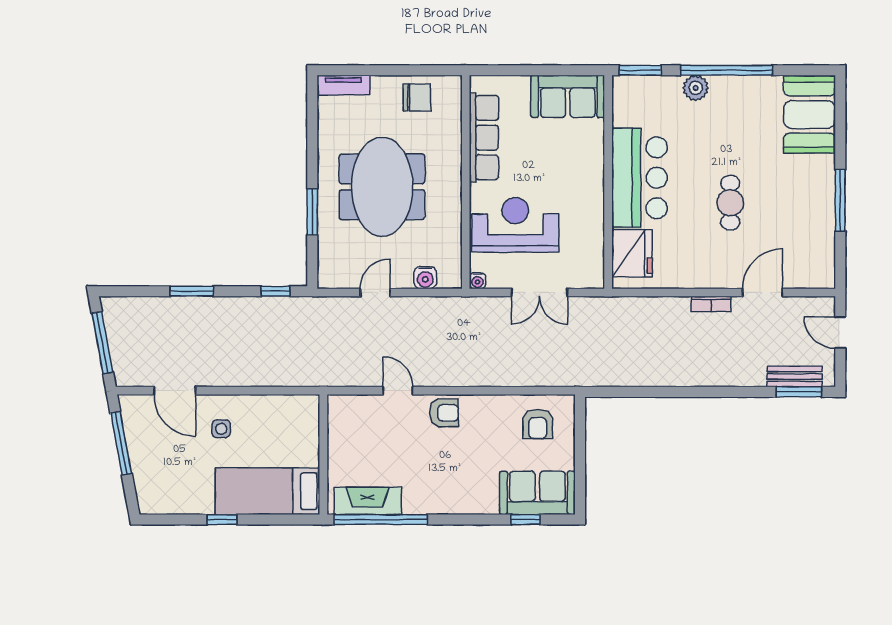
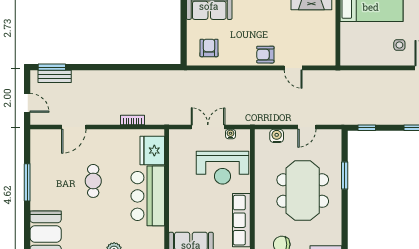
water cooler: (477, 281) -> (231, 134), moved
bookcase: (711, 304) -> (132, 120), moved

